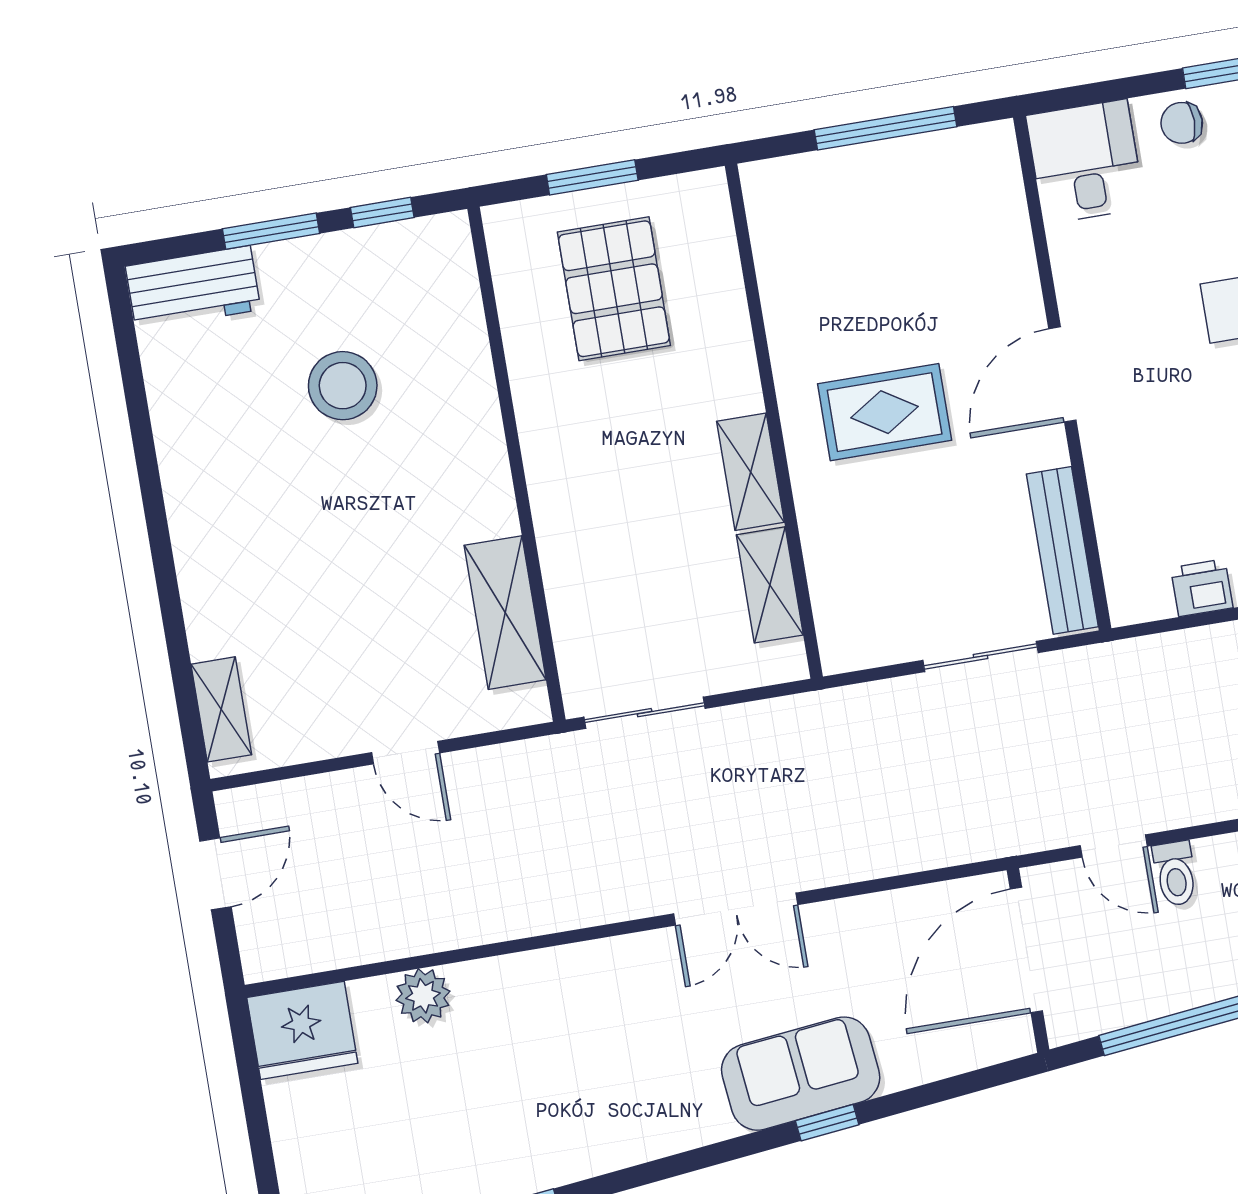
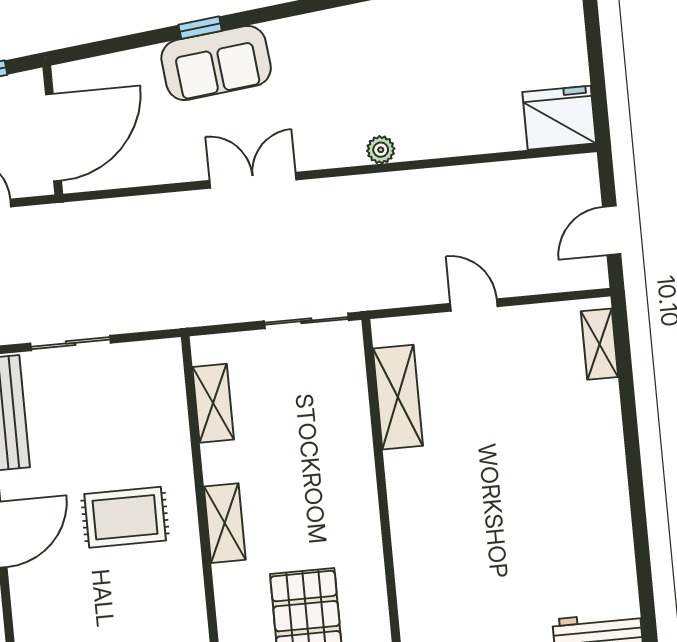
stool: (343, 386) -> (499, 562), removed
shelving: (751, 472) -> (225, 523), moved
plant: (423, 996) -> (381, 150), moved, width x0.73, depth x0.73

